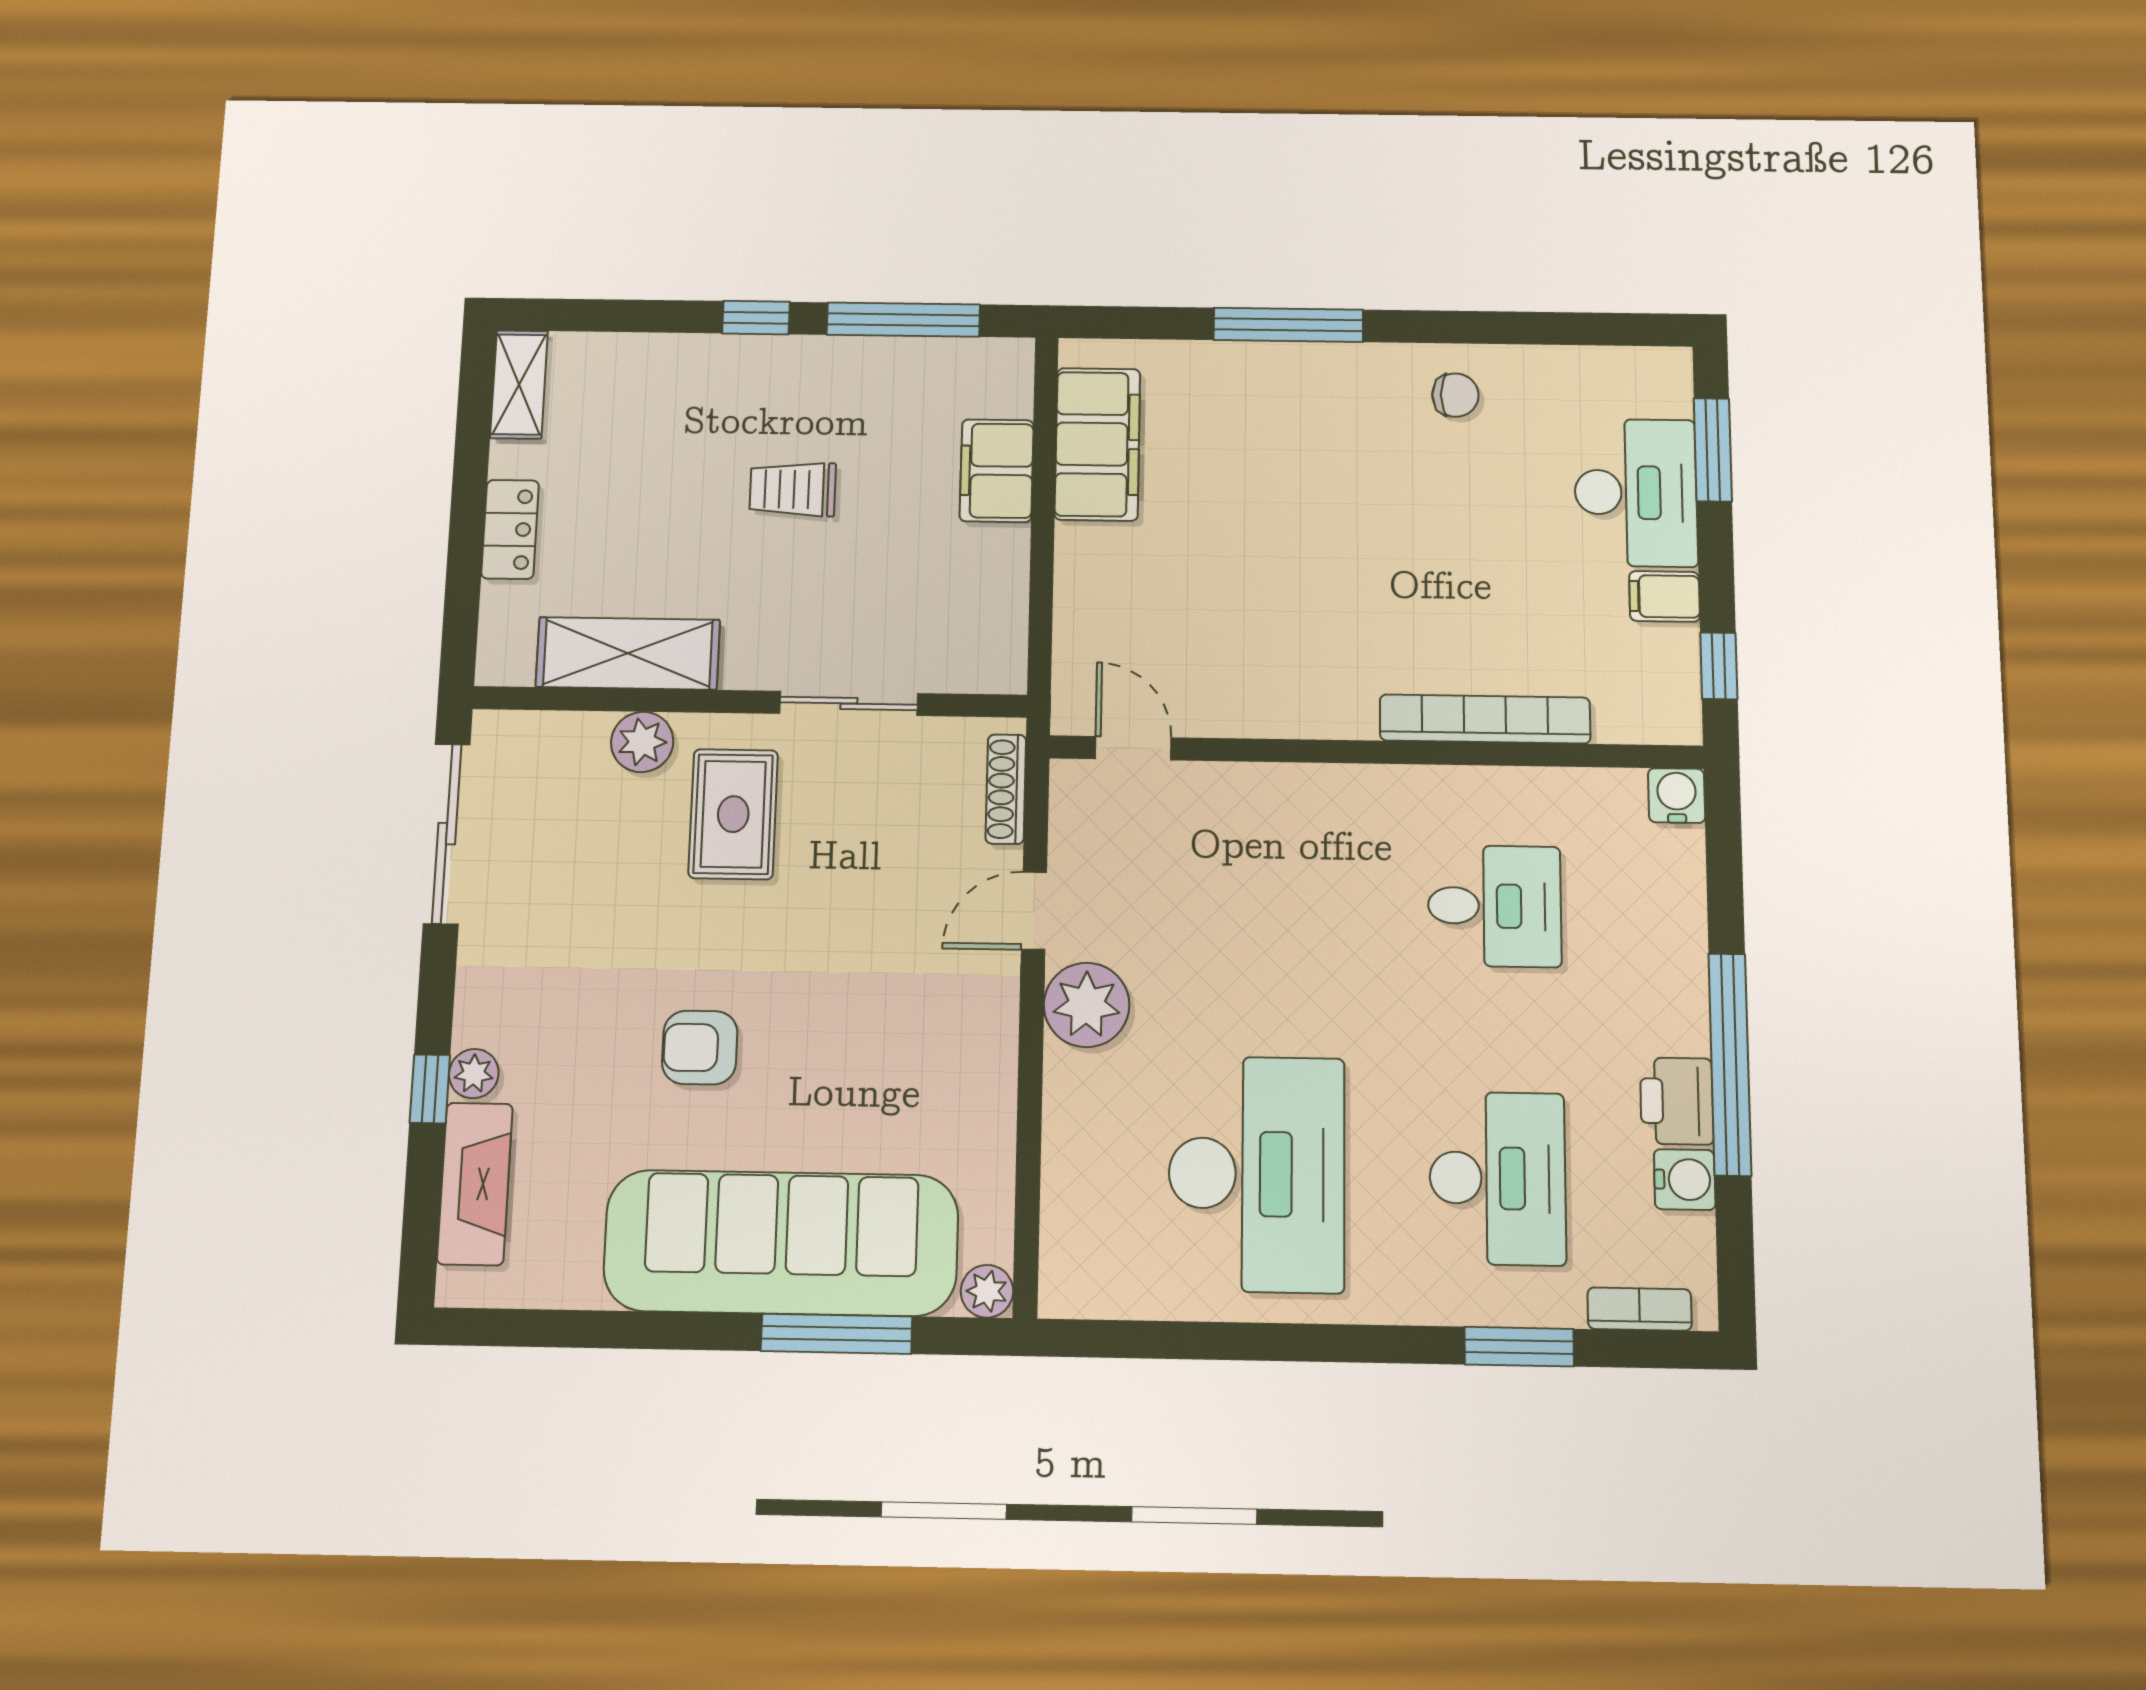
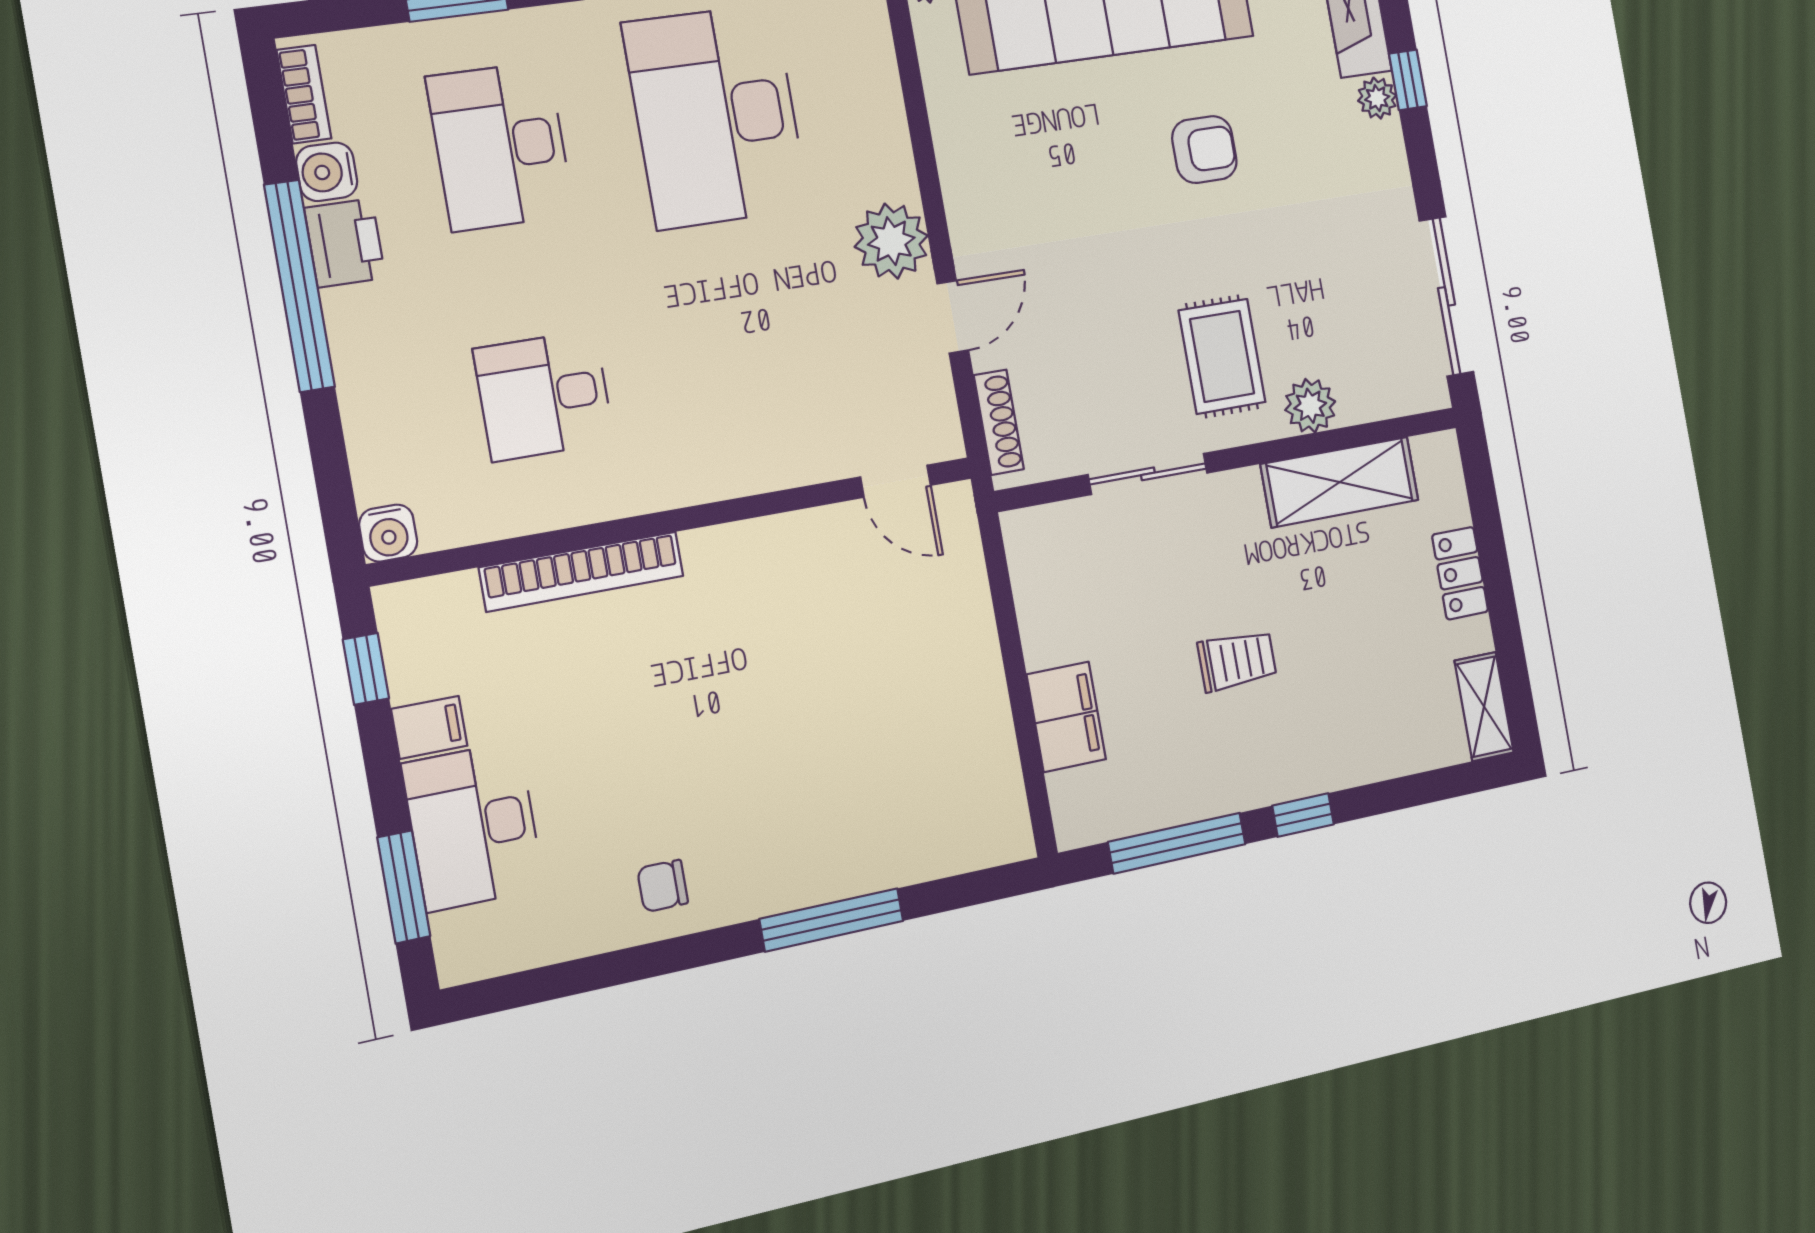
filing cabinet: (1097, 444) -> (983, 762), removed
bookcase: (1640, 1309) -> (304, 94), moved, turned -90

